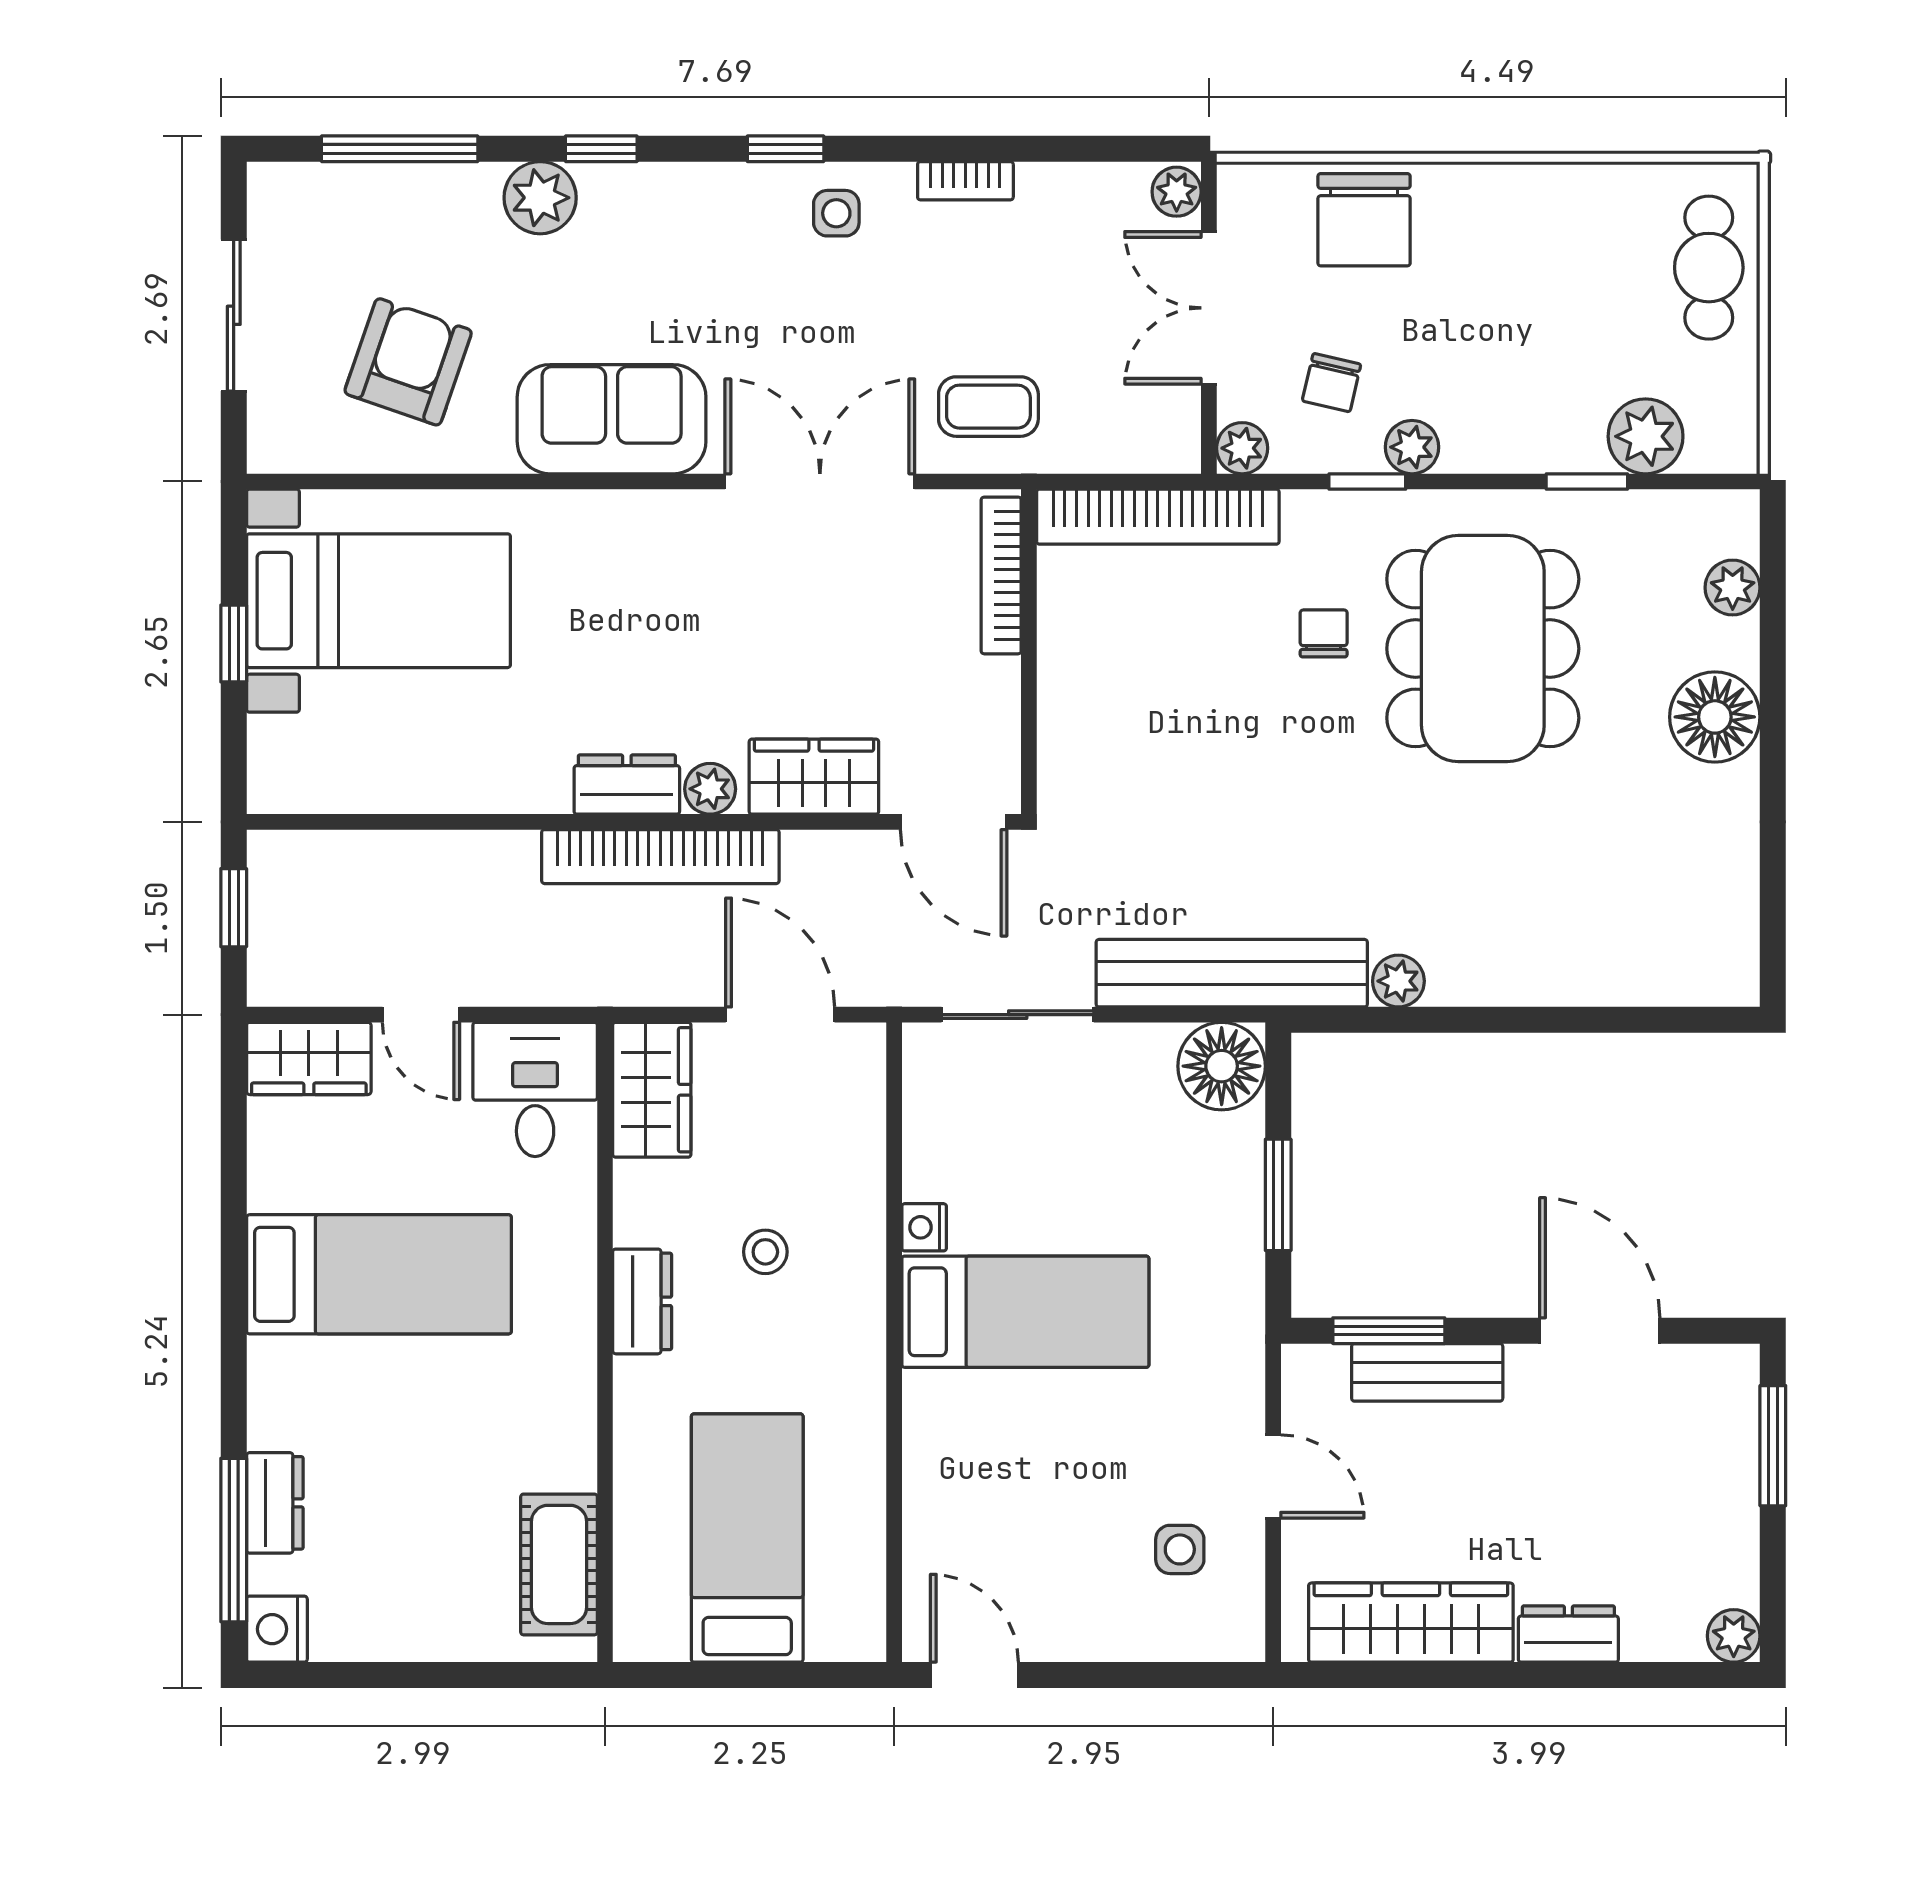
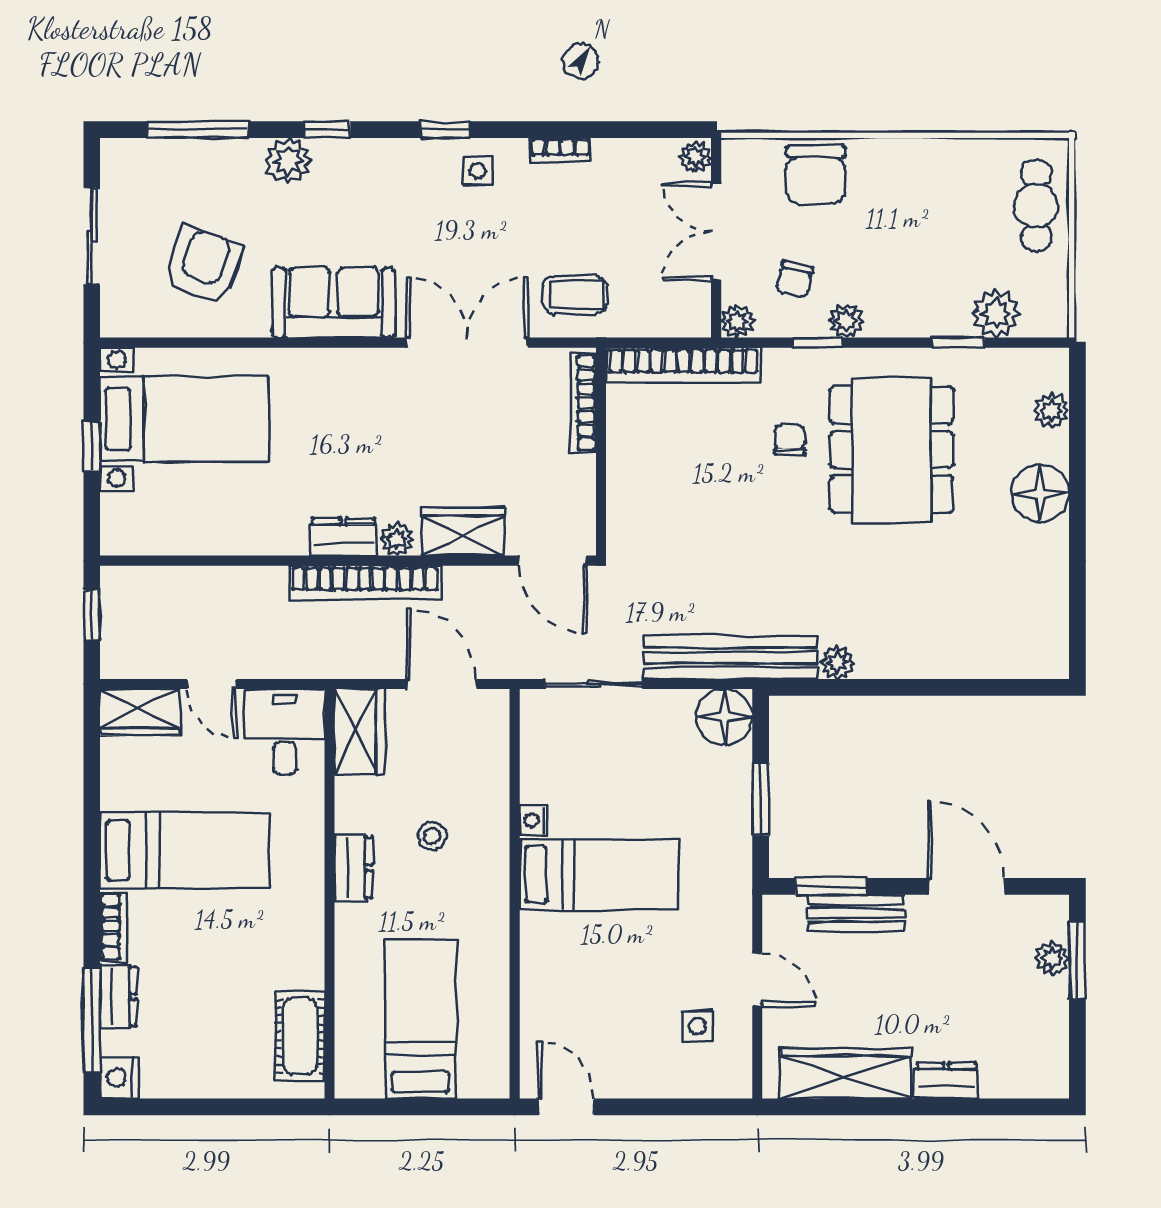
bookcase: (268, 1393) -> (114, 926), added
plant: (1734, 1636) -> (1052, 958), moved

